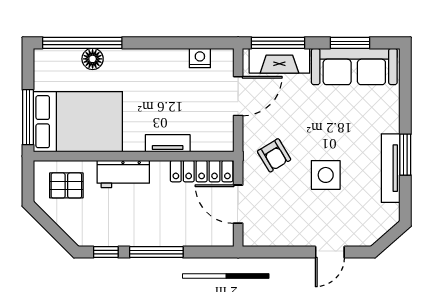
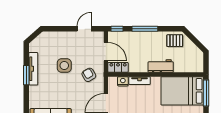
nightstand: (203, 142) -> (123, 81), added
locker: (202, 171) -> (118, 67), width x0.66
pallet: (66, 185) -> (175, 41), moved
window: (106, 252) -> (117, 29), moved
door: (330, 252) -> (84, 29), moved

